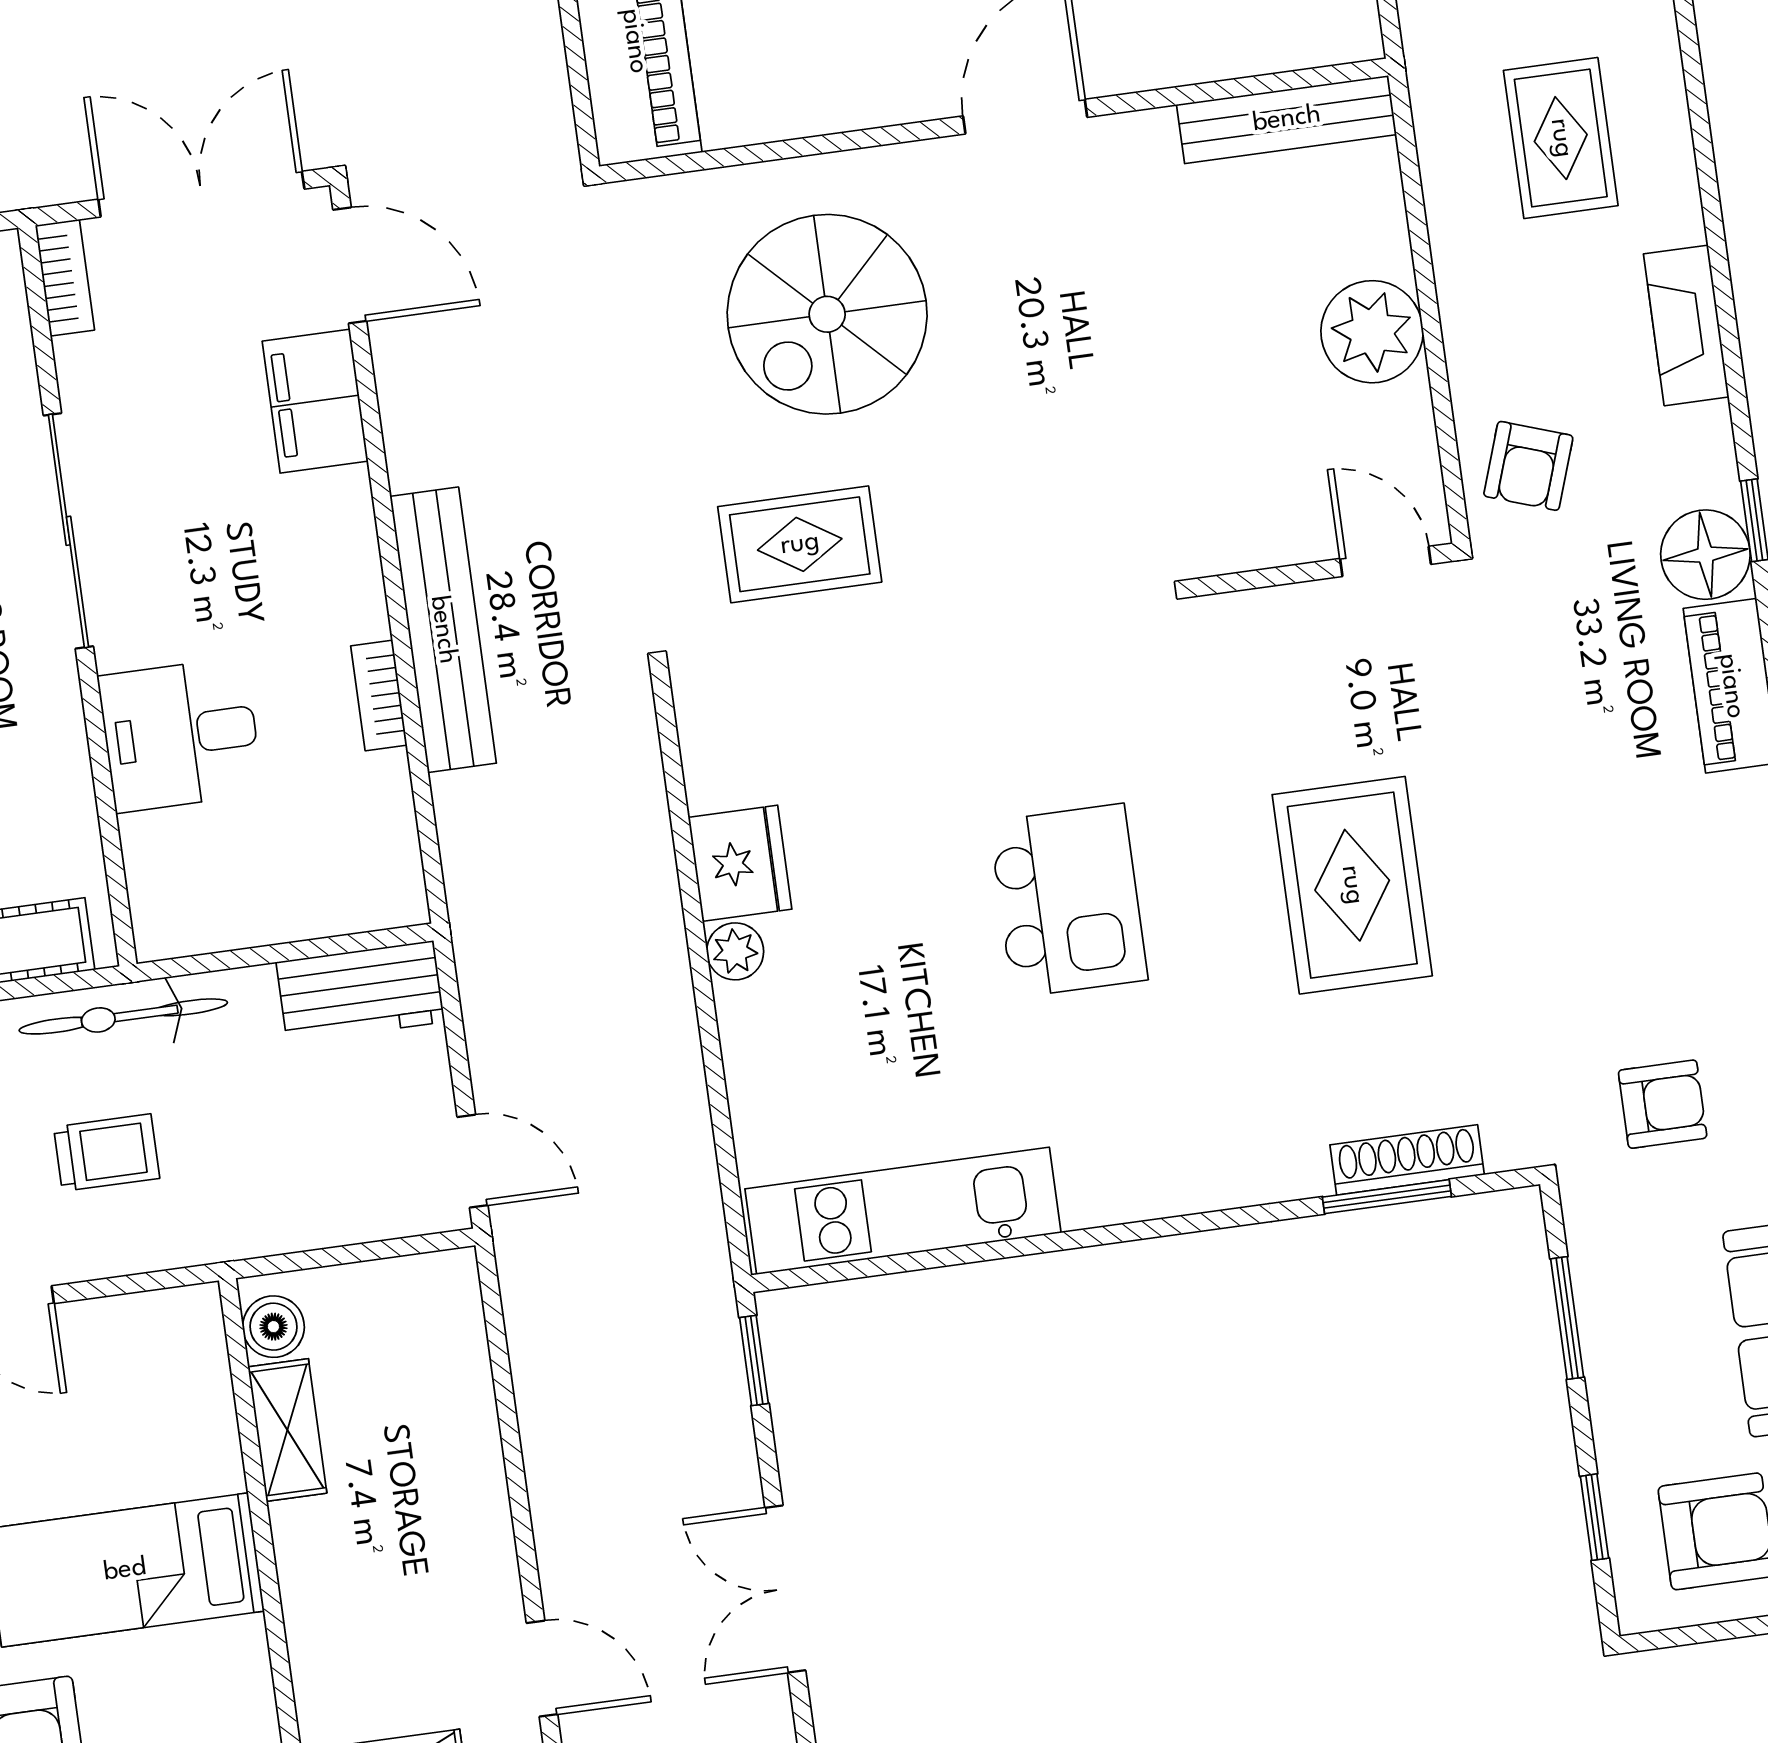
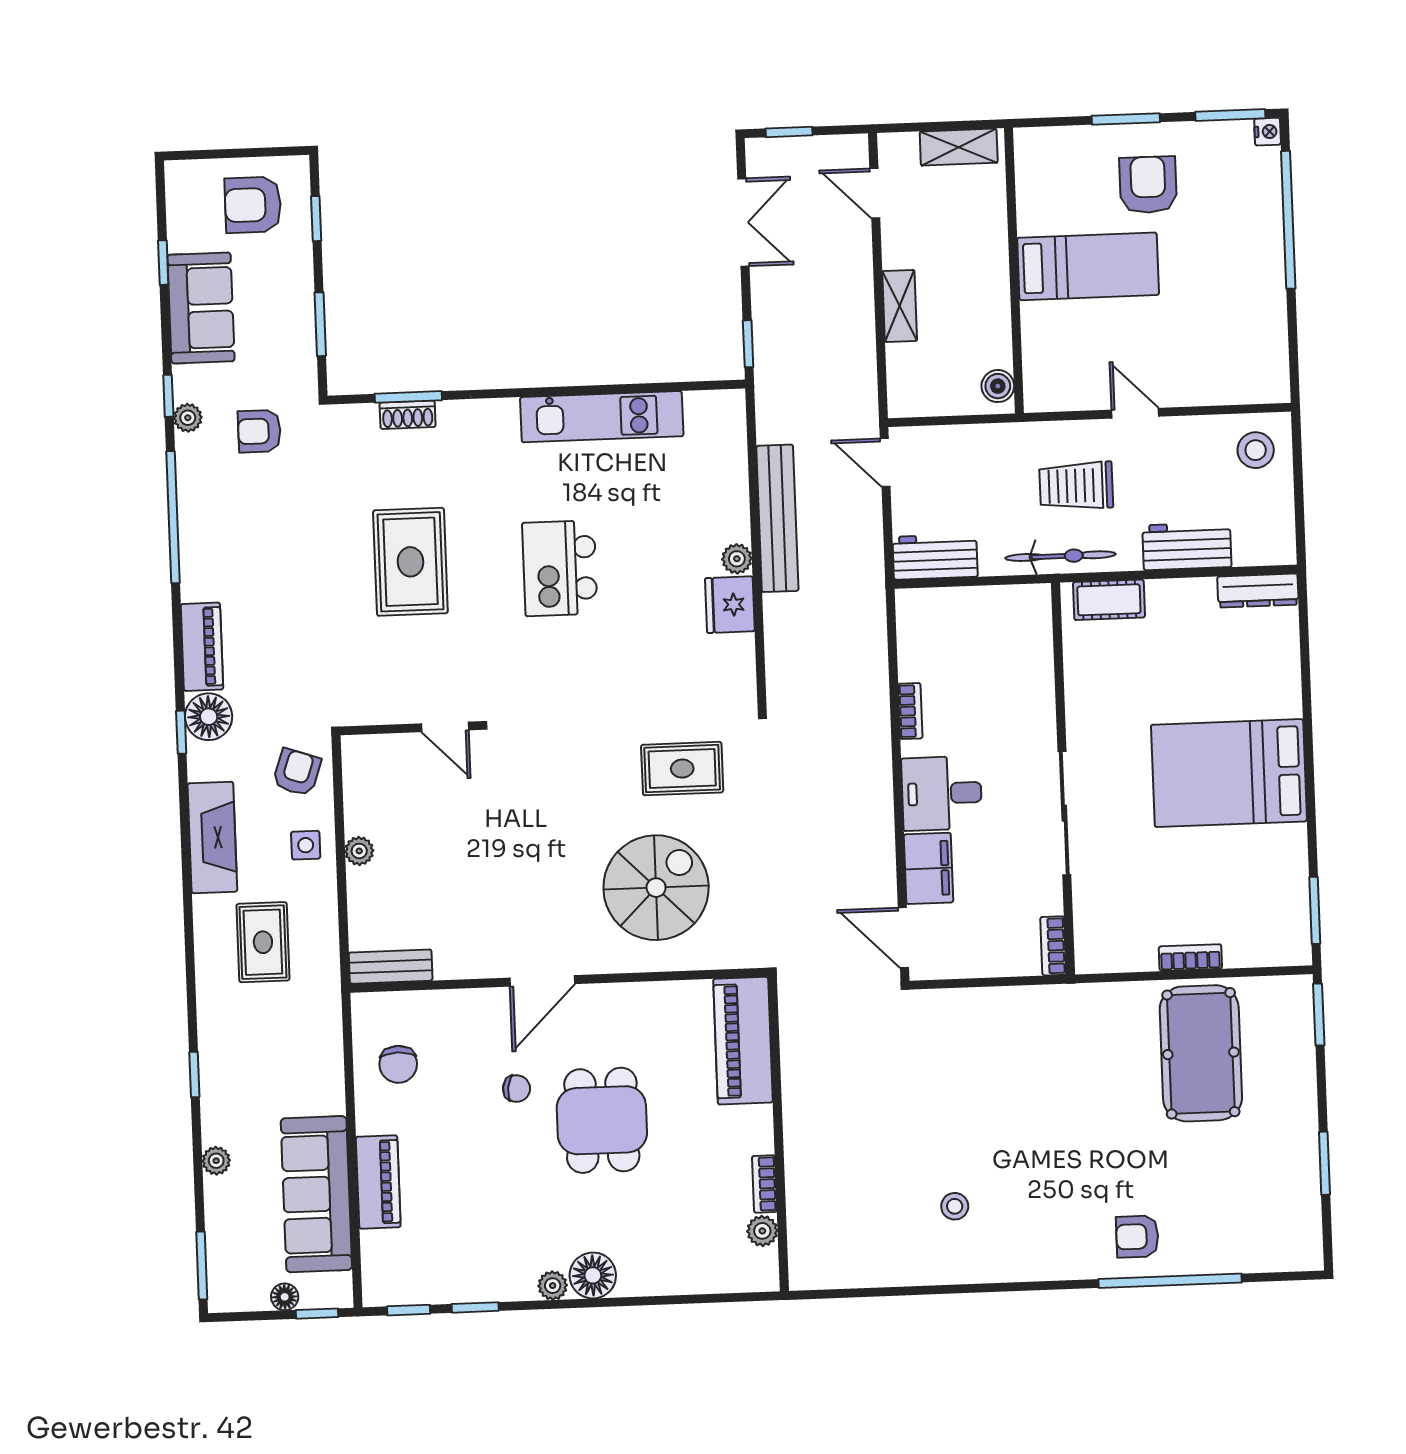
bench: (1287, 119) -> (391, 967), width x0.73
double door: (201, 194) -> (977, 983), removed
fireplace: (1686, 325) -> (212, 837), width x1.37, depth x1.32
side table: (1498, 330) -> (306, 845), added
plant: (1372, 332) -> (359, 851), width x0.53, depth x0.53
door: (1386, 561) -> (445, 727), moved
bench: (443, 630) -> (777, 518), moved
desk: (180, 735) -> (942, 793), moved, turned 180
trolley: (107, 1153) -> (1076, 486), width x1.36, depth x1.39
shoe rack: (1407, 1160) -> (408, 415), width x0.70
kitchen unit: (903, 1211) -> (602, 417), moved
shelving: (287, 1430) -> (900, 306), moved

